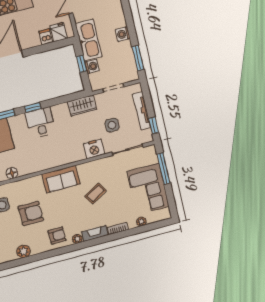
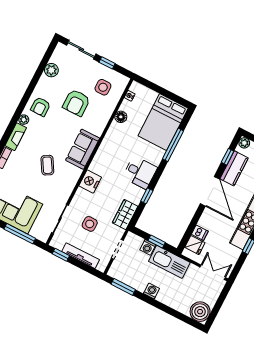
window: (33, 107) -> (147, 196), moved
nightstand: (94, 149) -> (90, 181), moved

